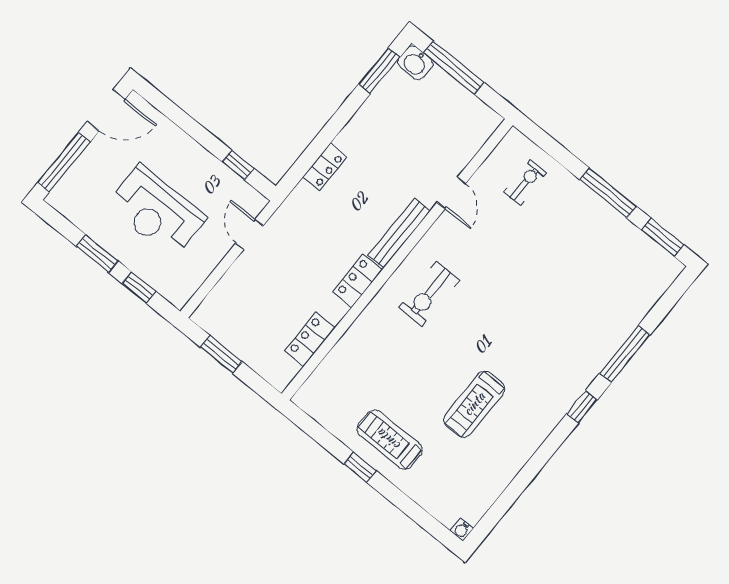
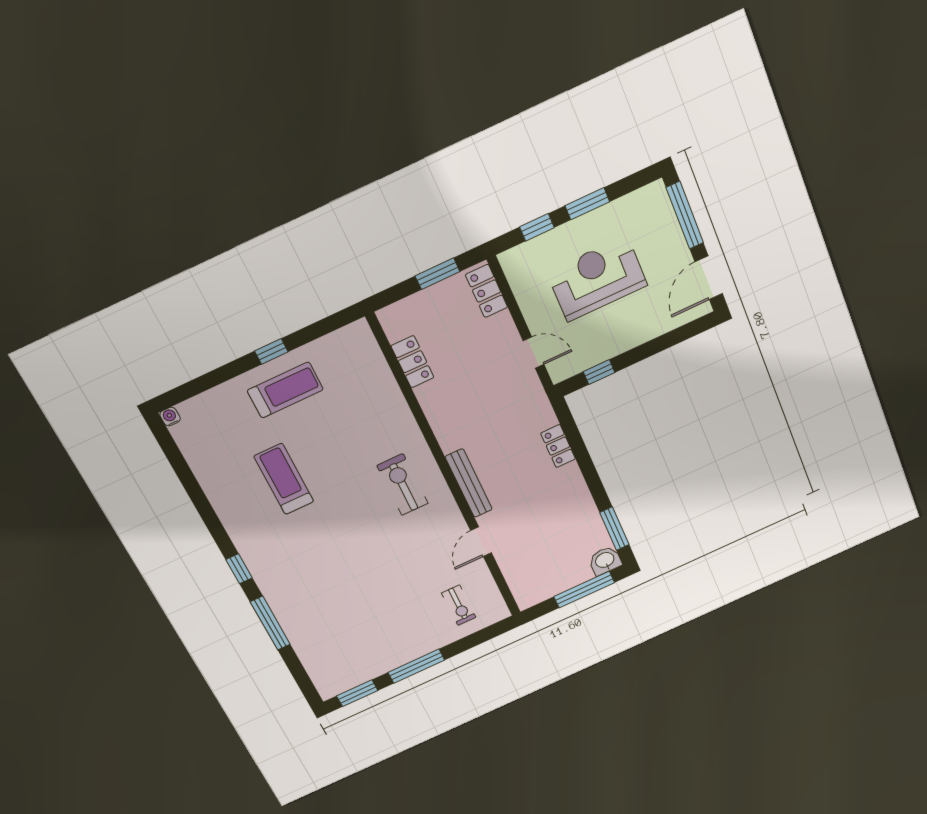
door: (451, 193) -> (481, 542), hinge flipped
locker: (358, 281) -> (487, 291), moved, turned 180

